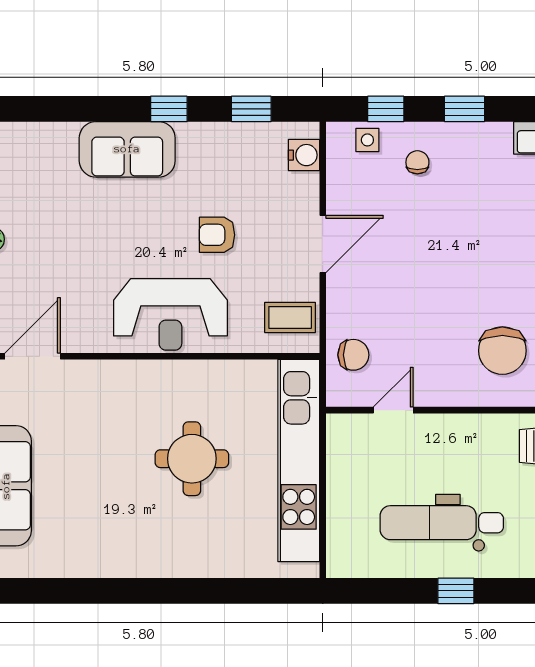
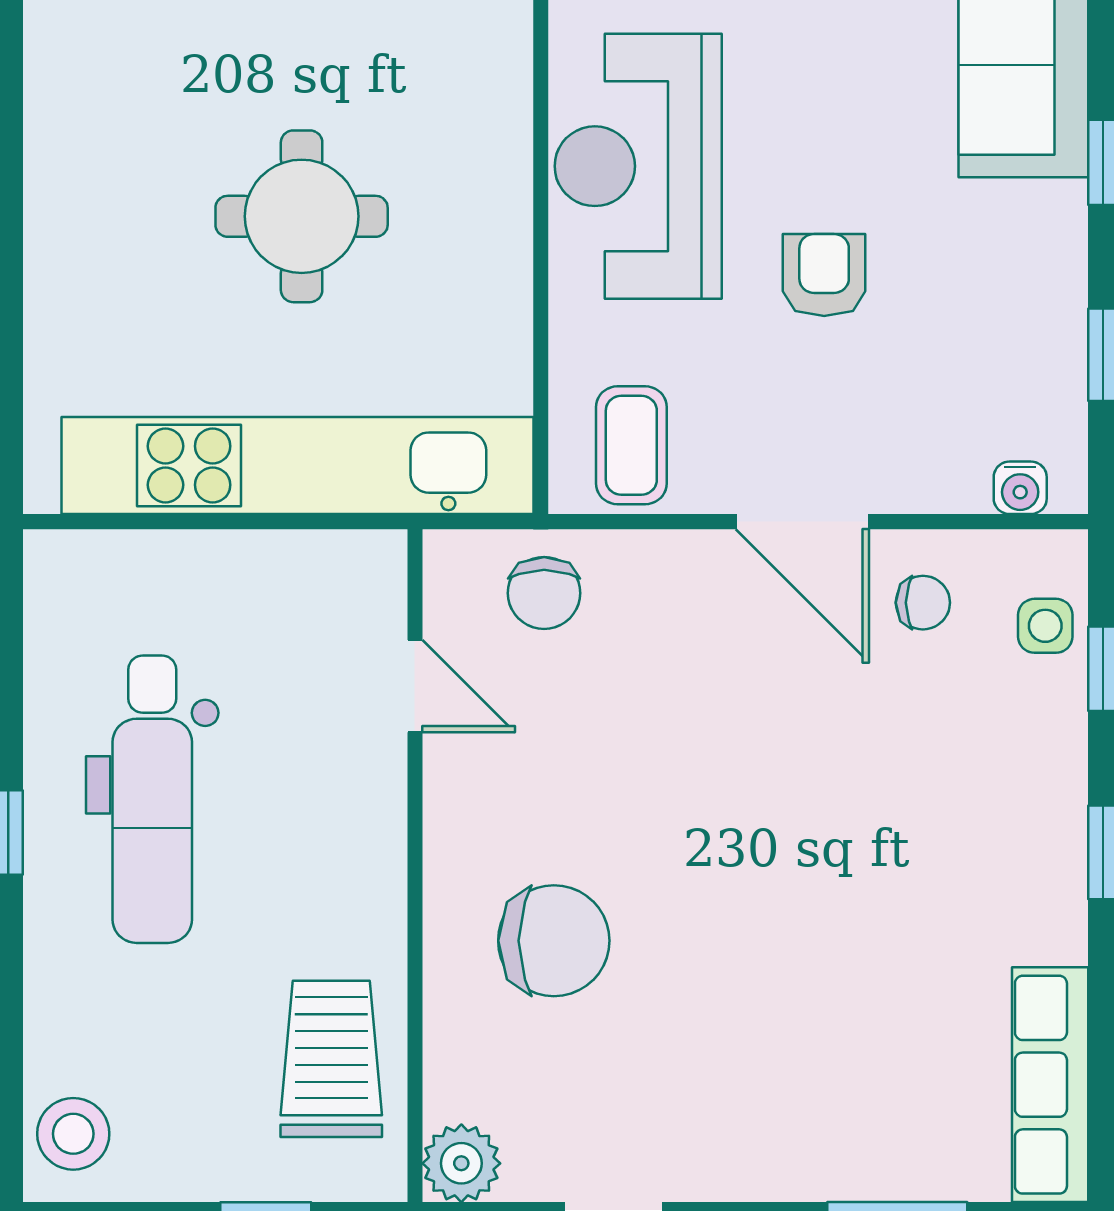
water cooler: (304, 155) -> (1020, 488), width x0.72, depth x0.72
chair: (417, 162) -> (923, 603), moved
chair: (502, 351) -> (554, 941), turned 180
dental chair: (442, 523) -> (152, 799), turned 180

